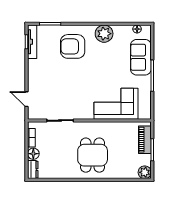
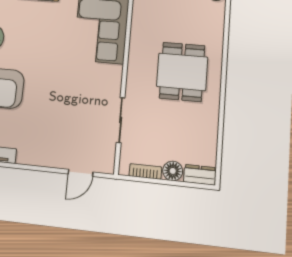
dining table: (93, 155) -> (182, 72), turned 90

